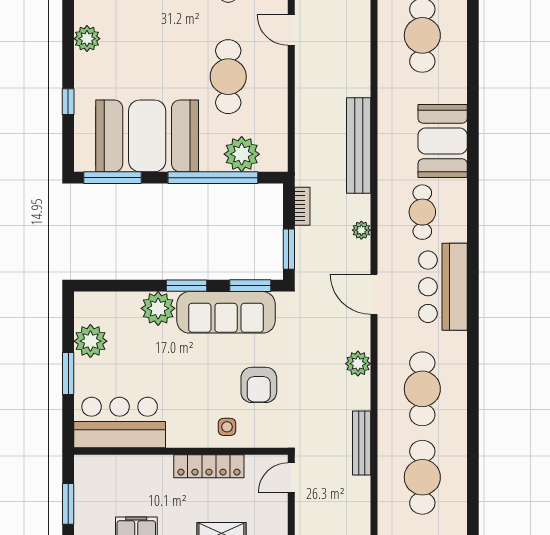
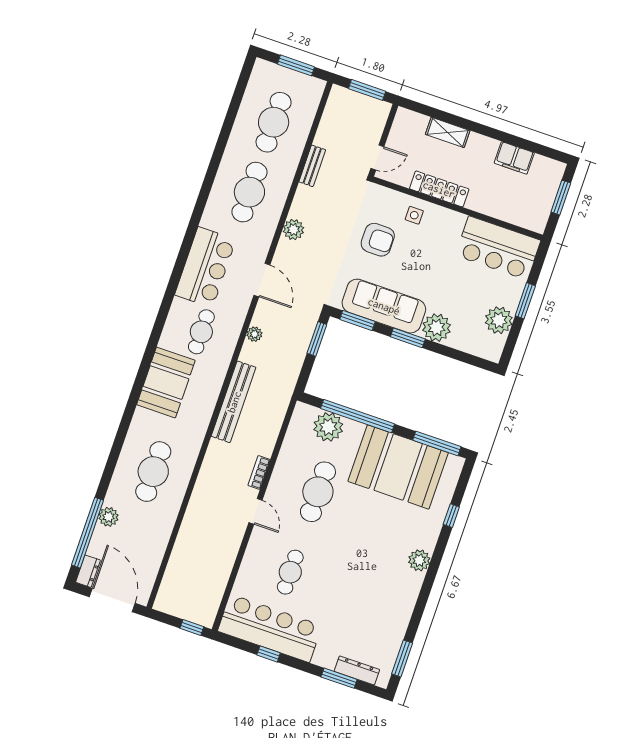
bookcase: (302, 206) -> (259, 472), moved
armchair: (259, 385) -> (378, 240), turned 90
bench: (362, 443) -> (312, 166), width x0.73

